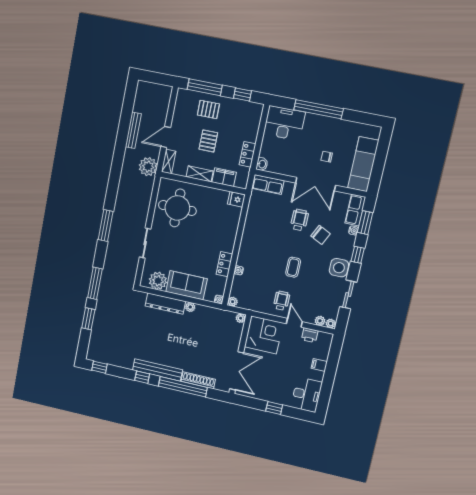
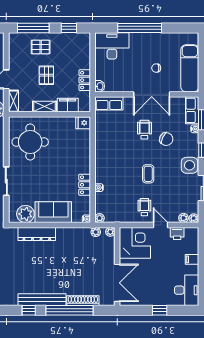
plant: (190, 307) -> (96, 232), moved

